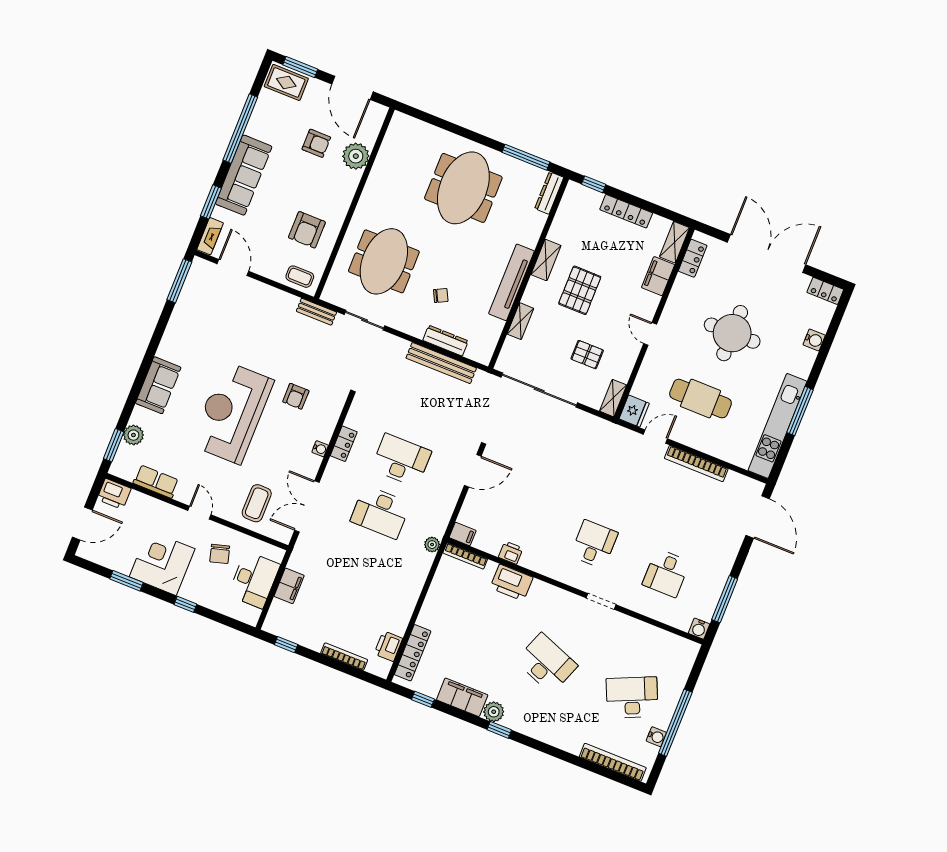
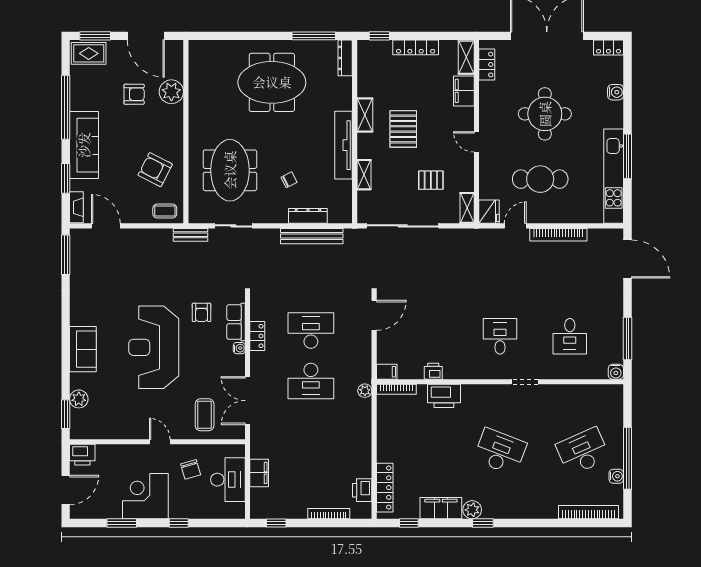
meeting table: (463, 188) -> (272, 82), turned 90
armchair: (307, 230) -> (155, 170), turned 117
row of seats: (156, 482) -> (236, 322), moved, turned -90

